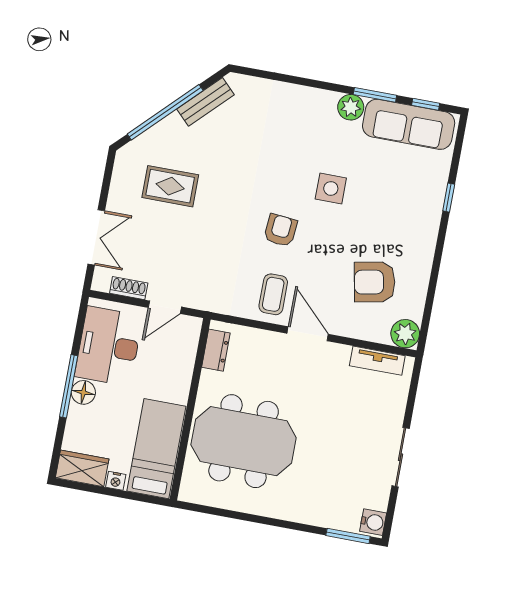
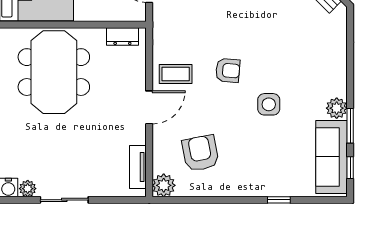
plant: (379, 499) -> (28, 189), added

